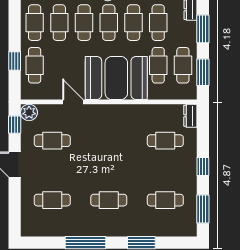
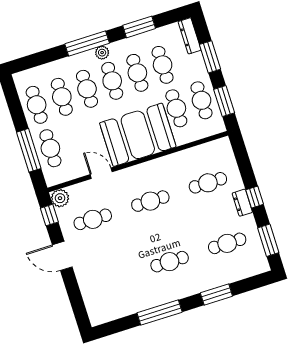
window: (15, 61) -> (29, 150), width x2.17
dresser: (190, 116) -> (242, 203), moved
cafe table: (52, 200) -> (150, 201), moved

